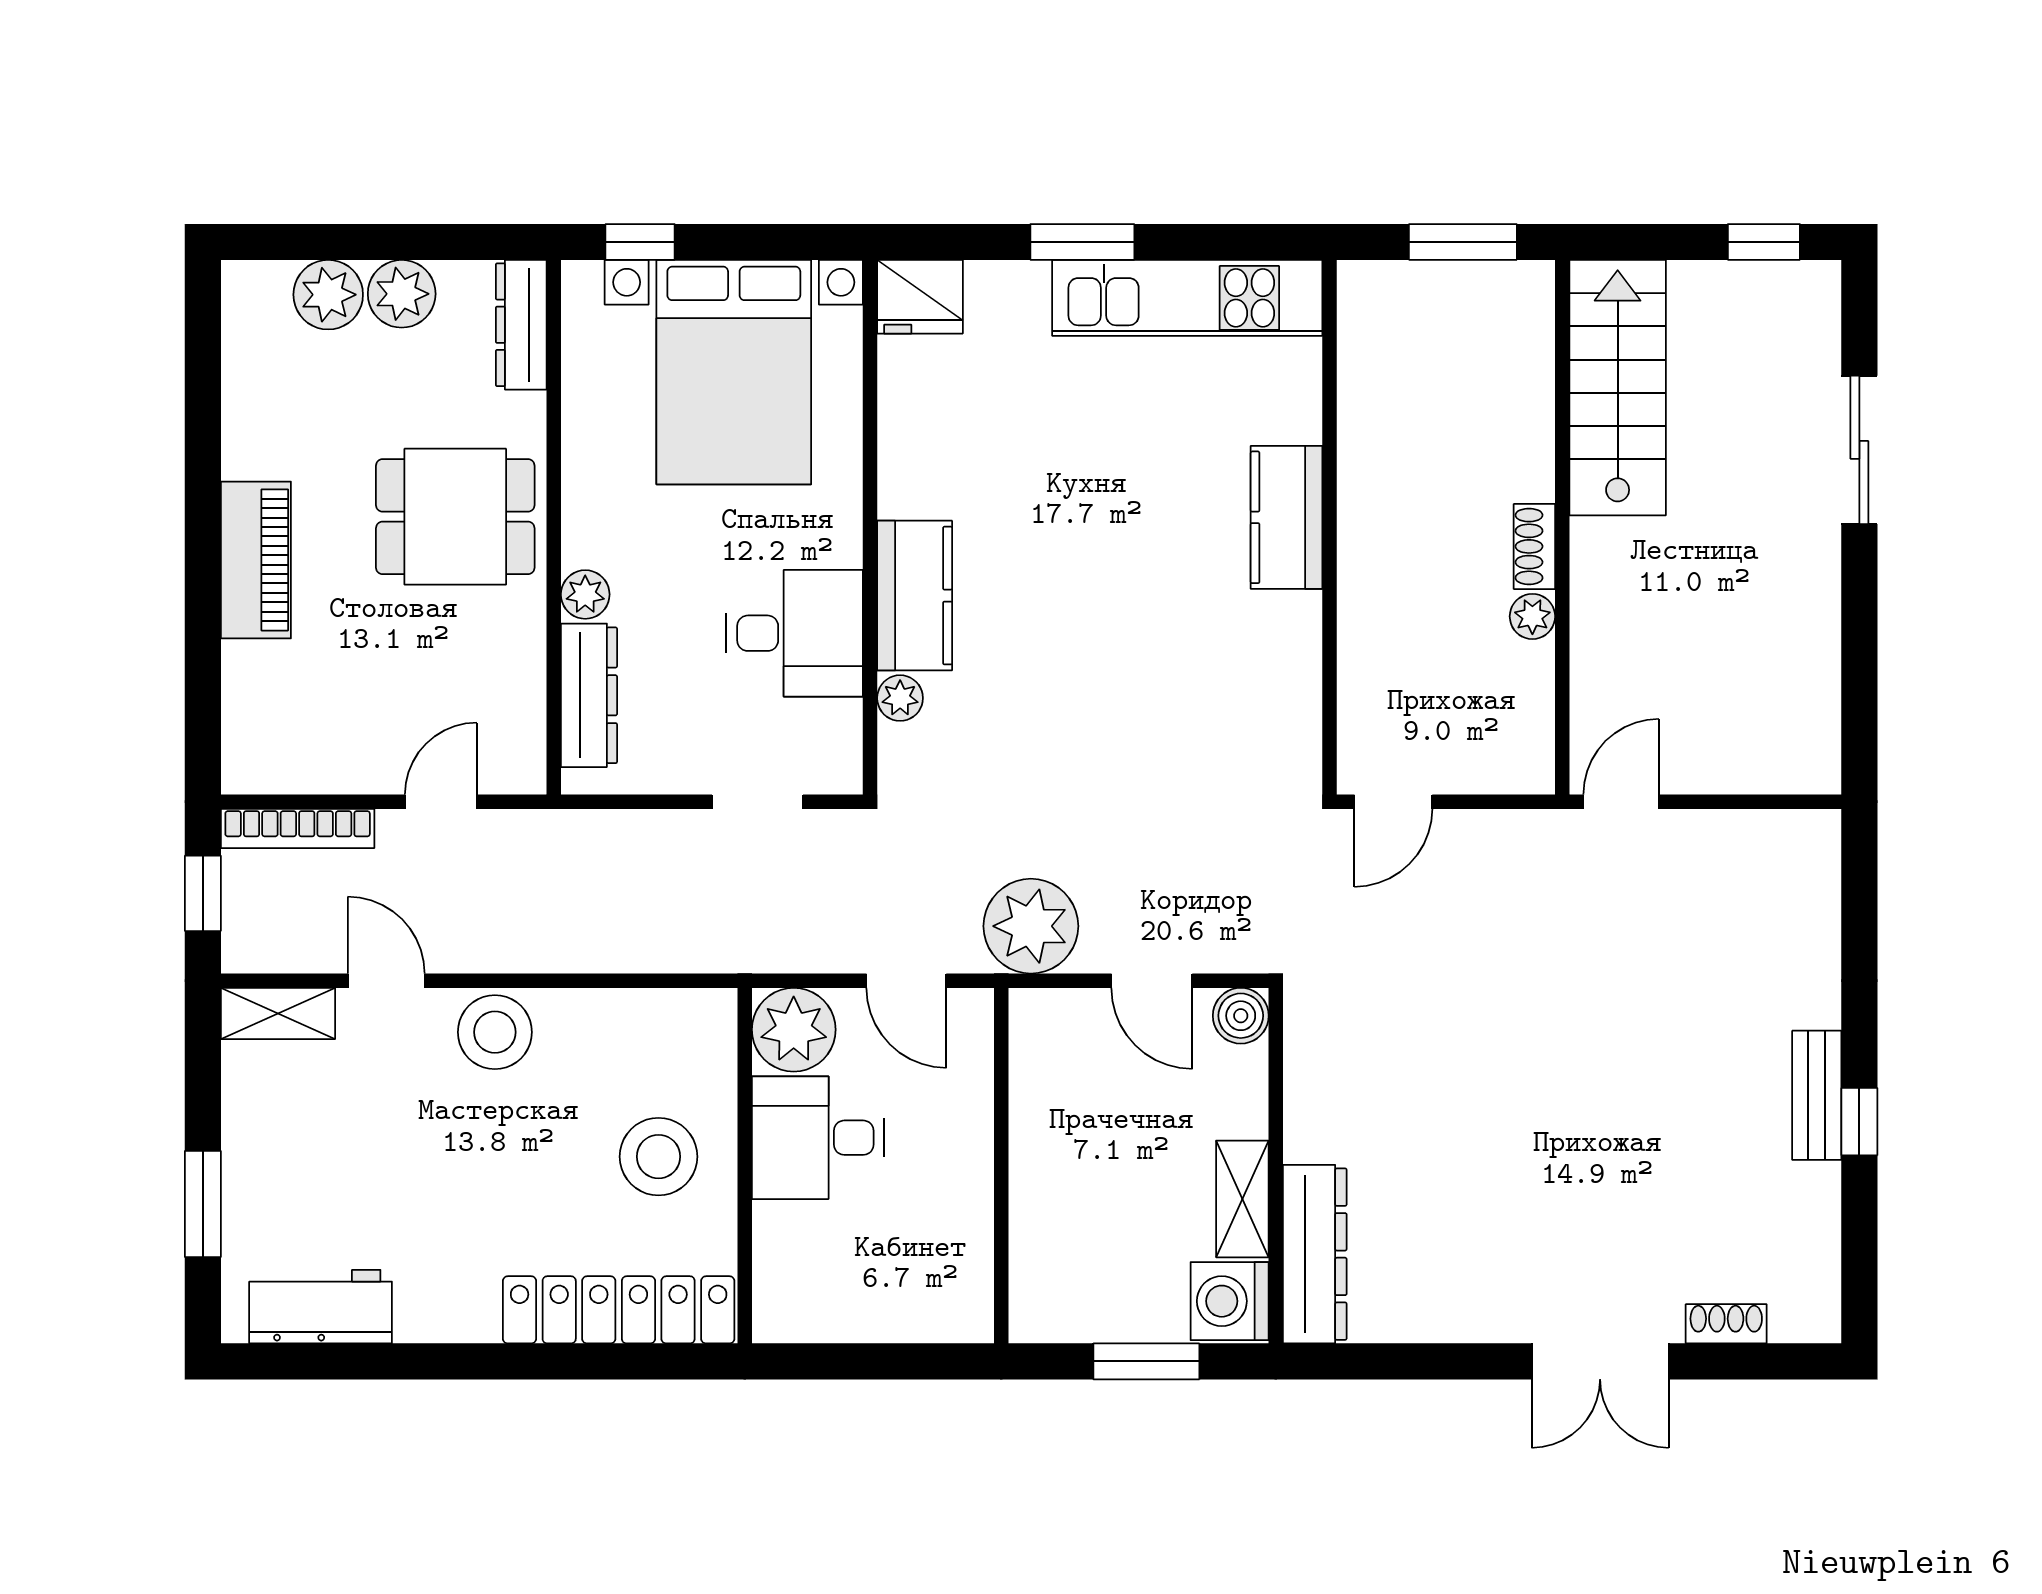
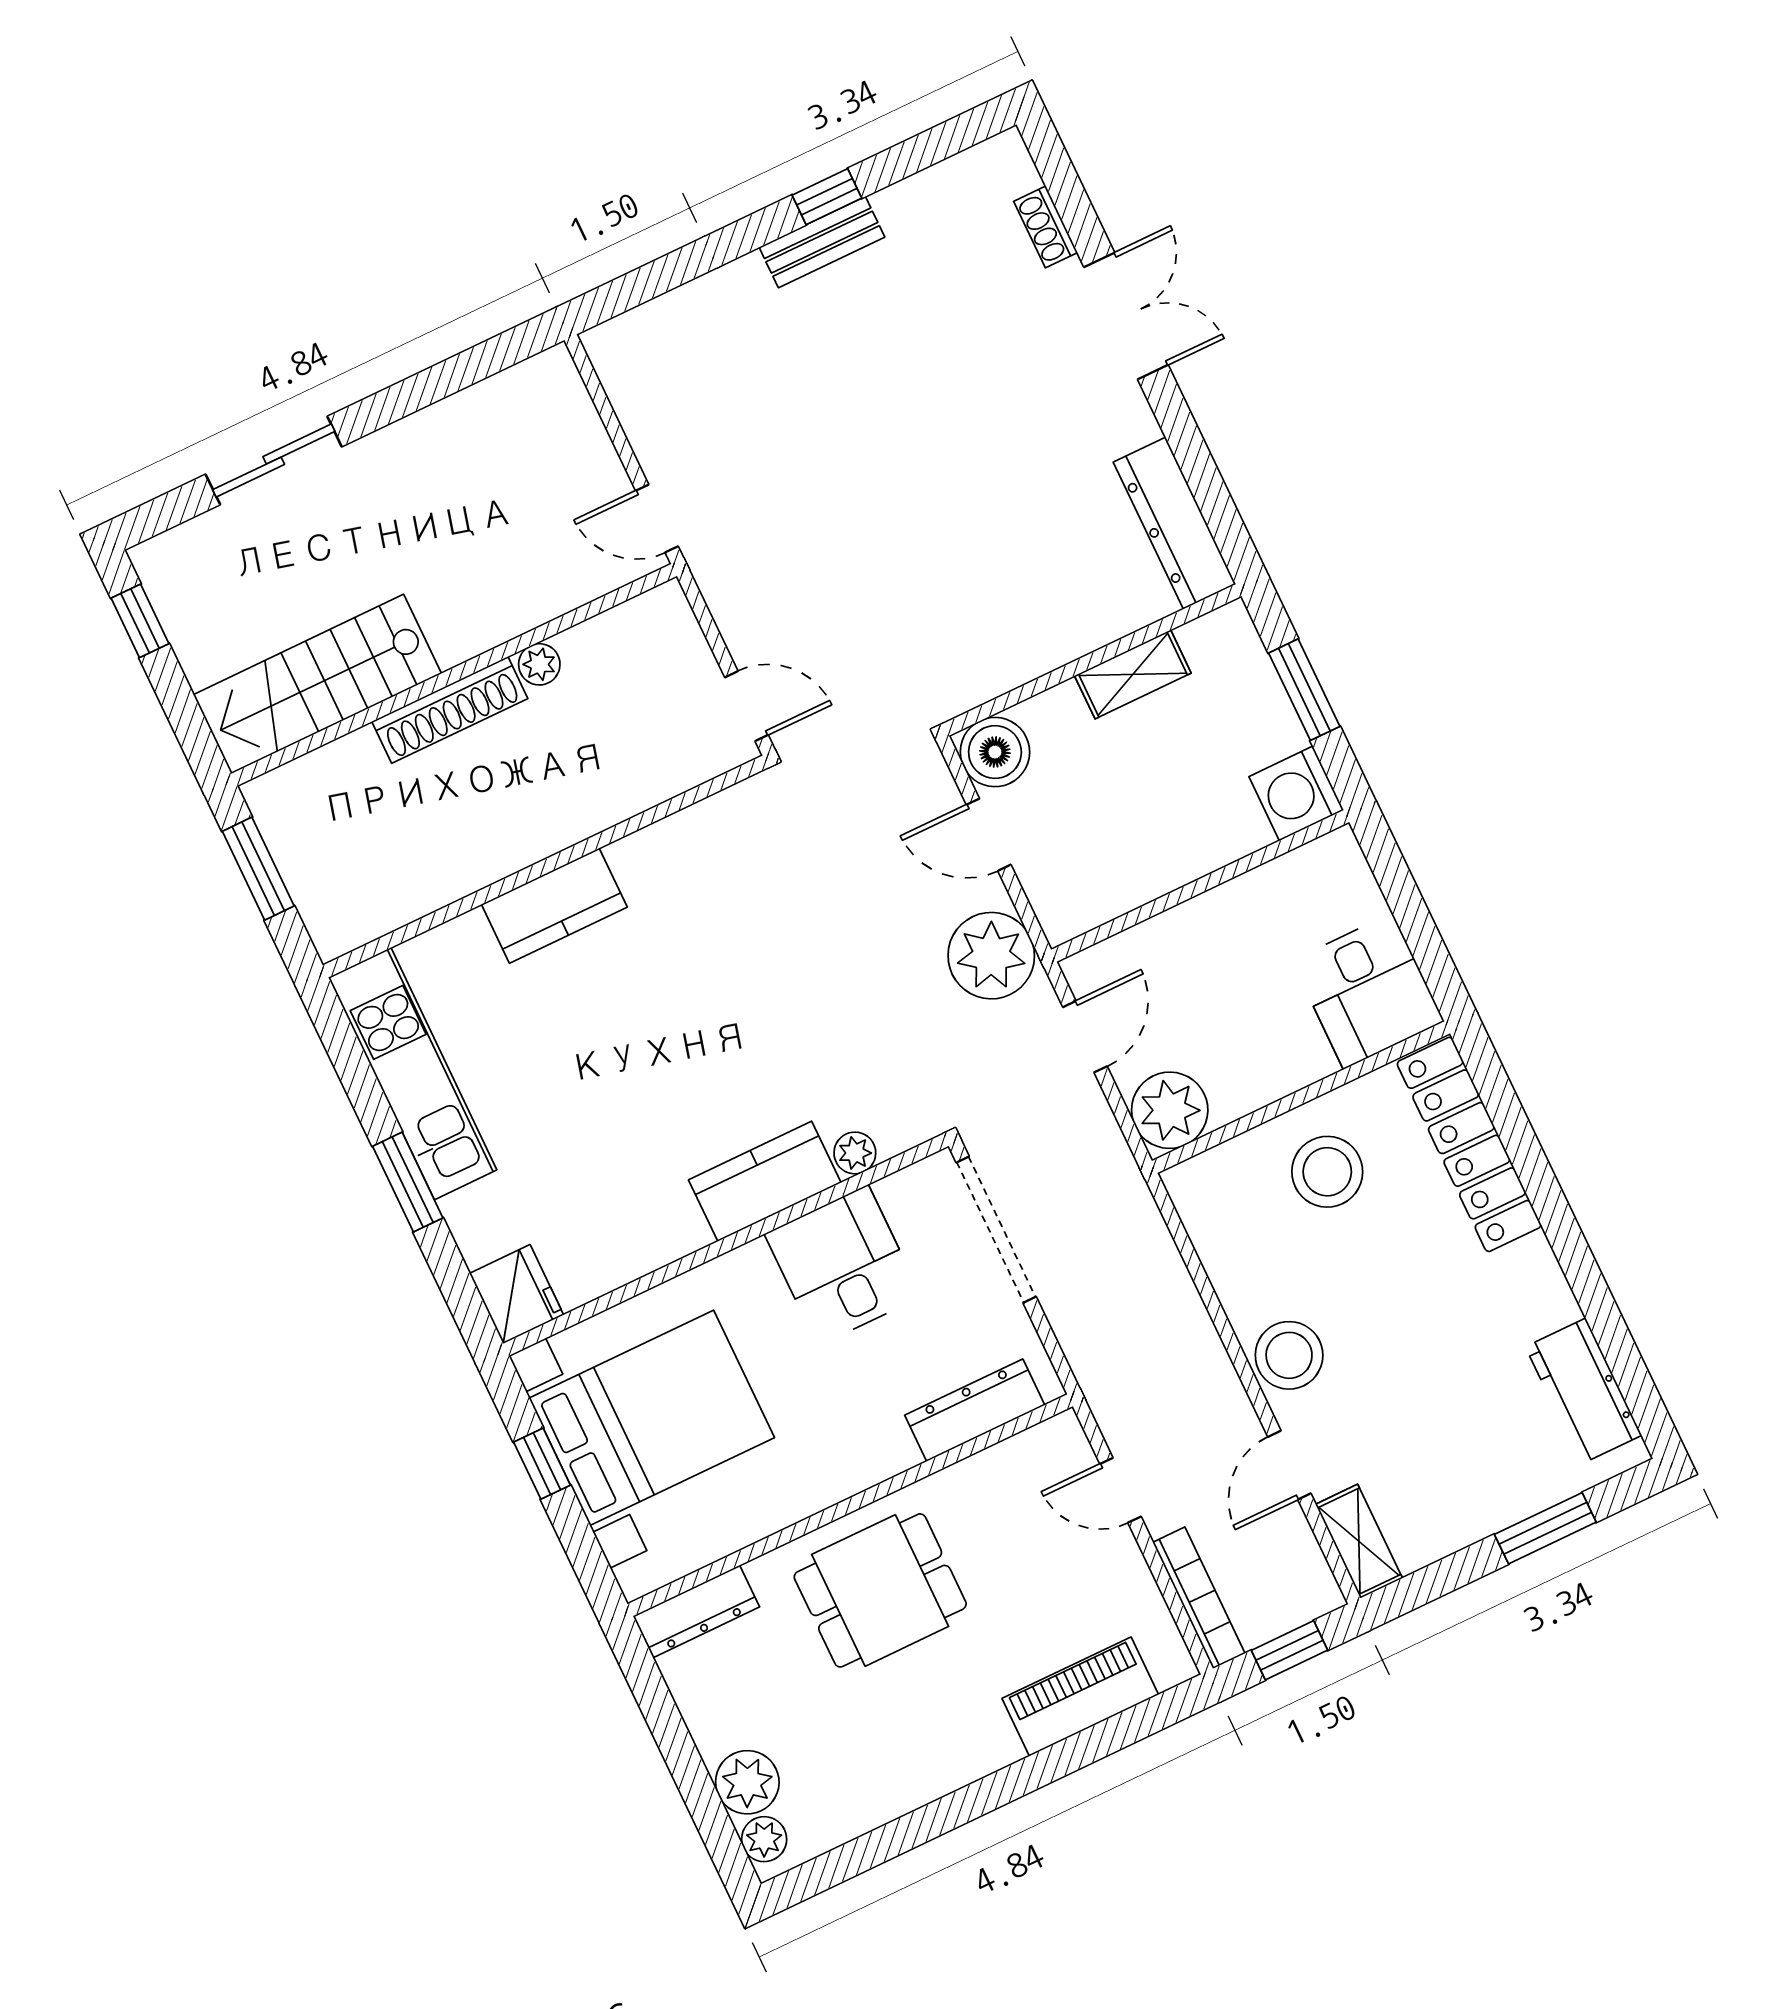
window: (640, 242) -> (542, 1464), moved
plant: (402, 294) -> (764, 1839), moved, width x0.73, depth x0.73
dining table: (455, 517) -> (880, 1590), turned 90
shoe rack: (1534, 546) -> (450, 710), width x1.94, depth x1.24
piano: (256, 560) -> (1080, 1697), moved
plant: (585, 594) -> (893, 1453), removed
doorway: (758, 802) -> (996, 1230), width x1.88
door: (1152, 981) -> (989, 835), swing flipped
boiler: (1241, 1016) -> (995, 752), width x1.36, depth x1.36
desk: (818, 1138) -> (1368, 991), moved
dresser: (1315, 1254) -> (1175, 523), moved, turned -90
washing machine: (1230, 1301) -> (1296, 793), moved, turned 90

